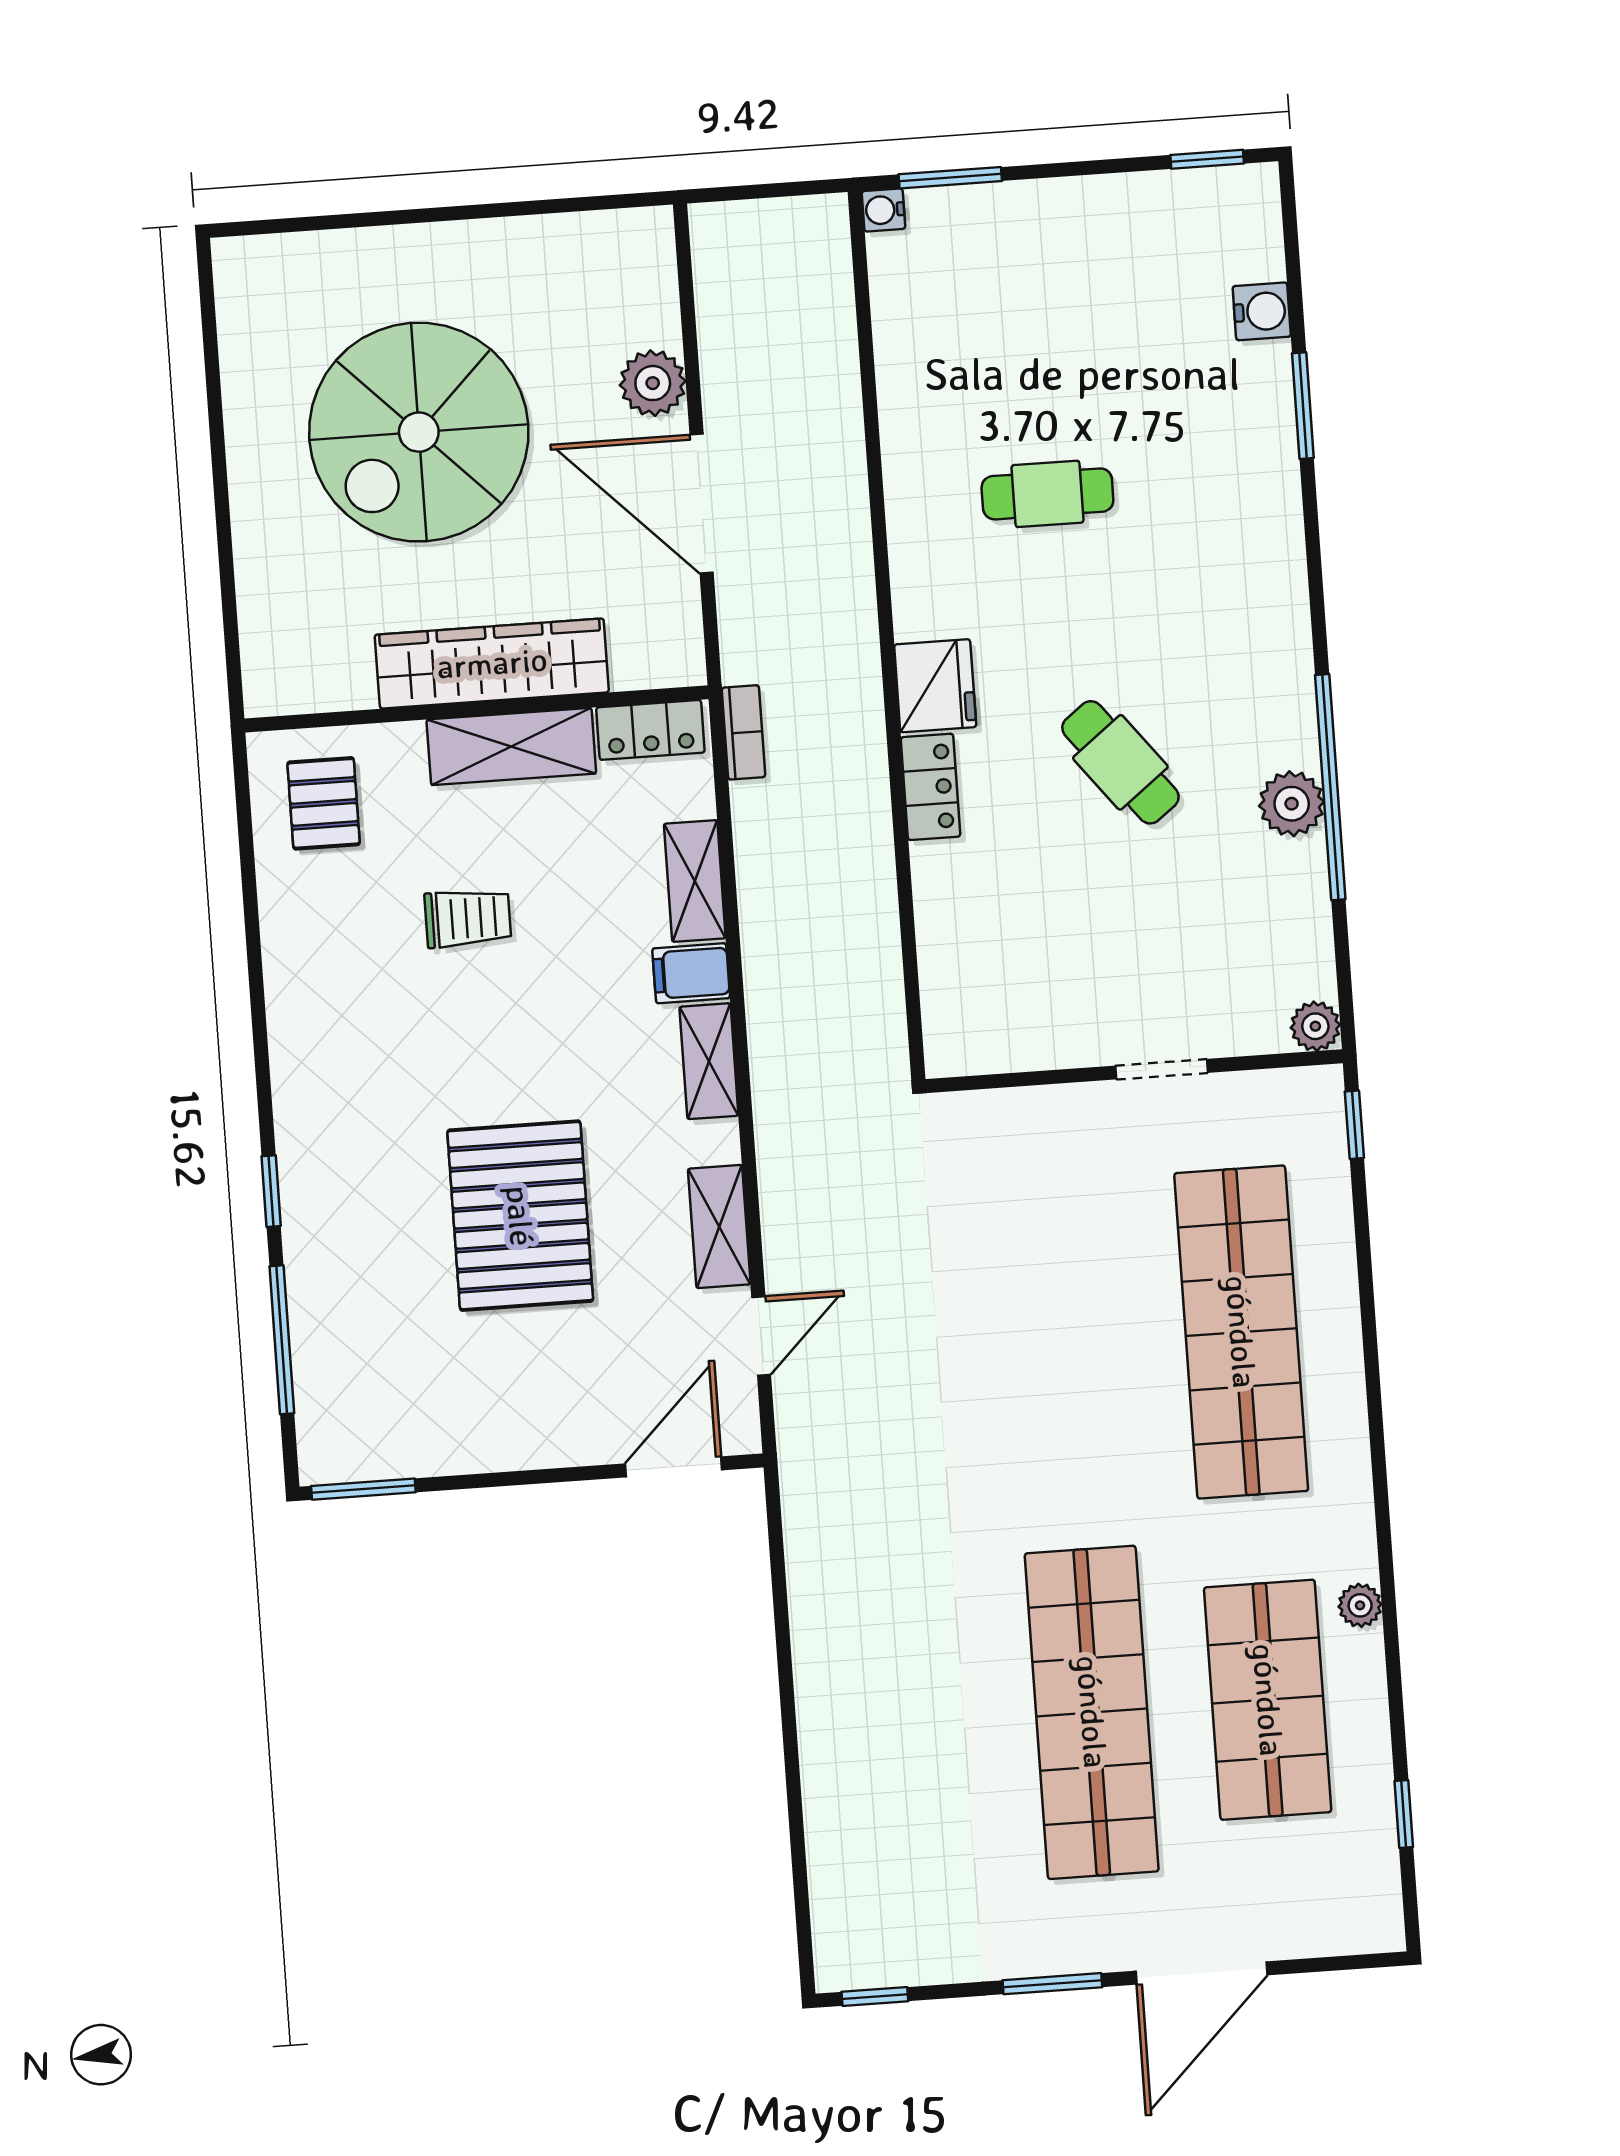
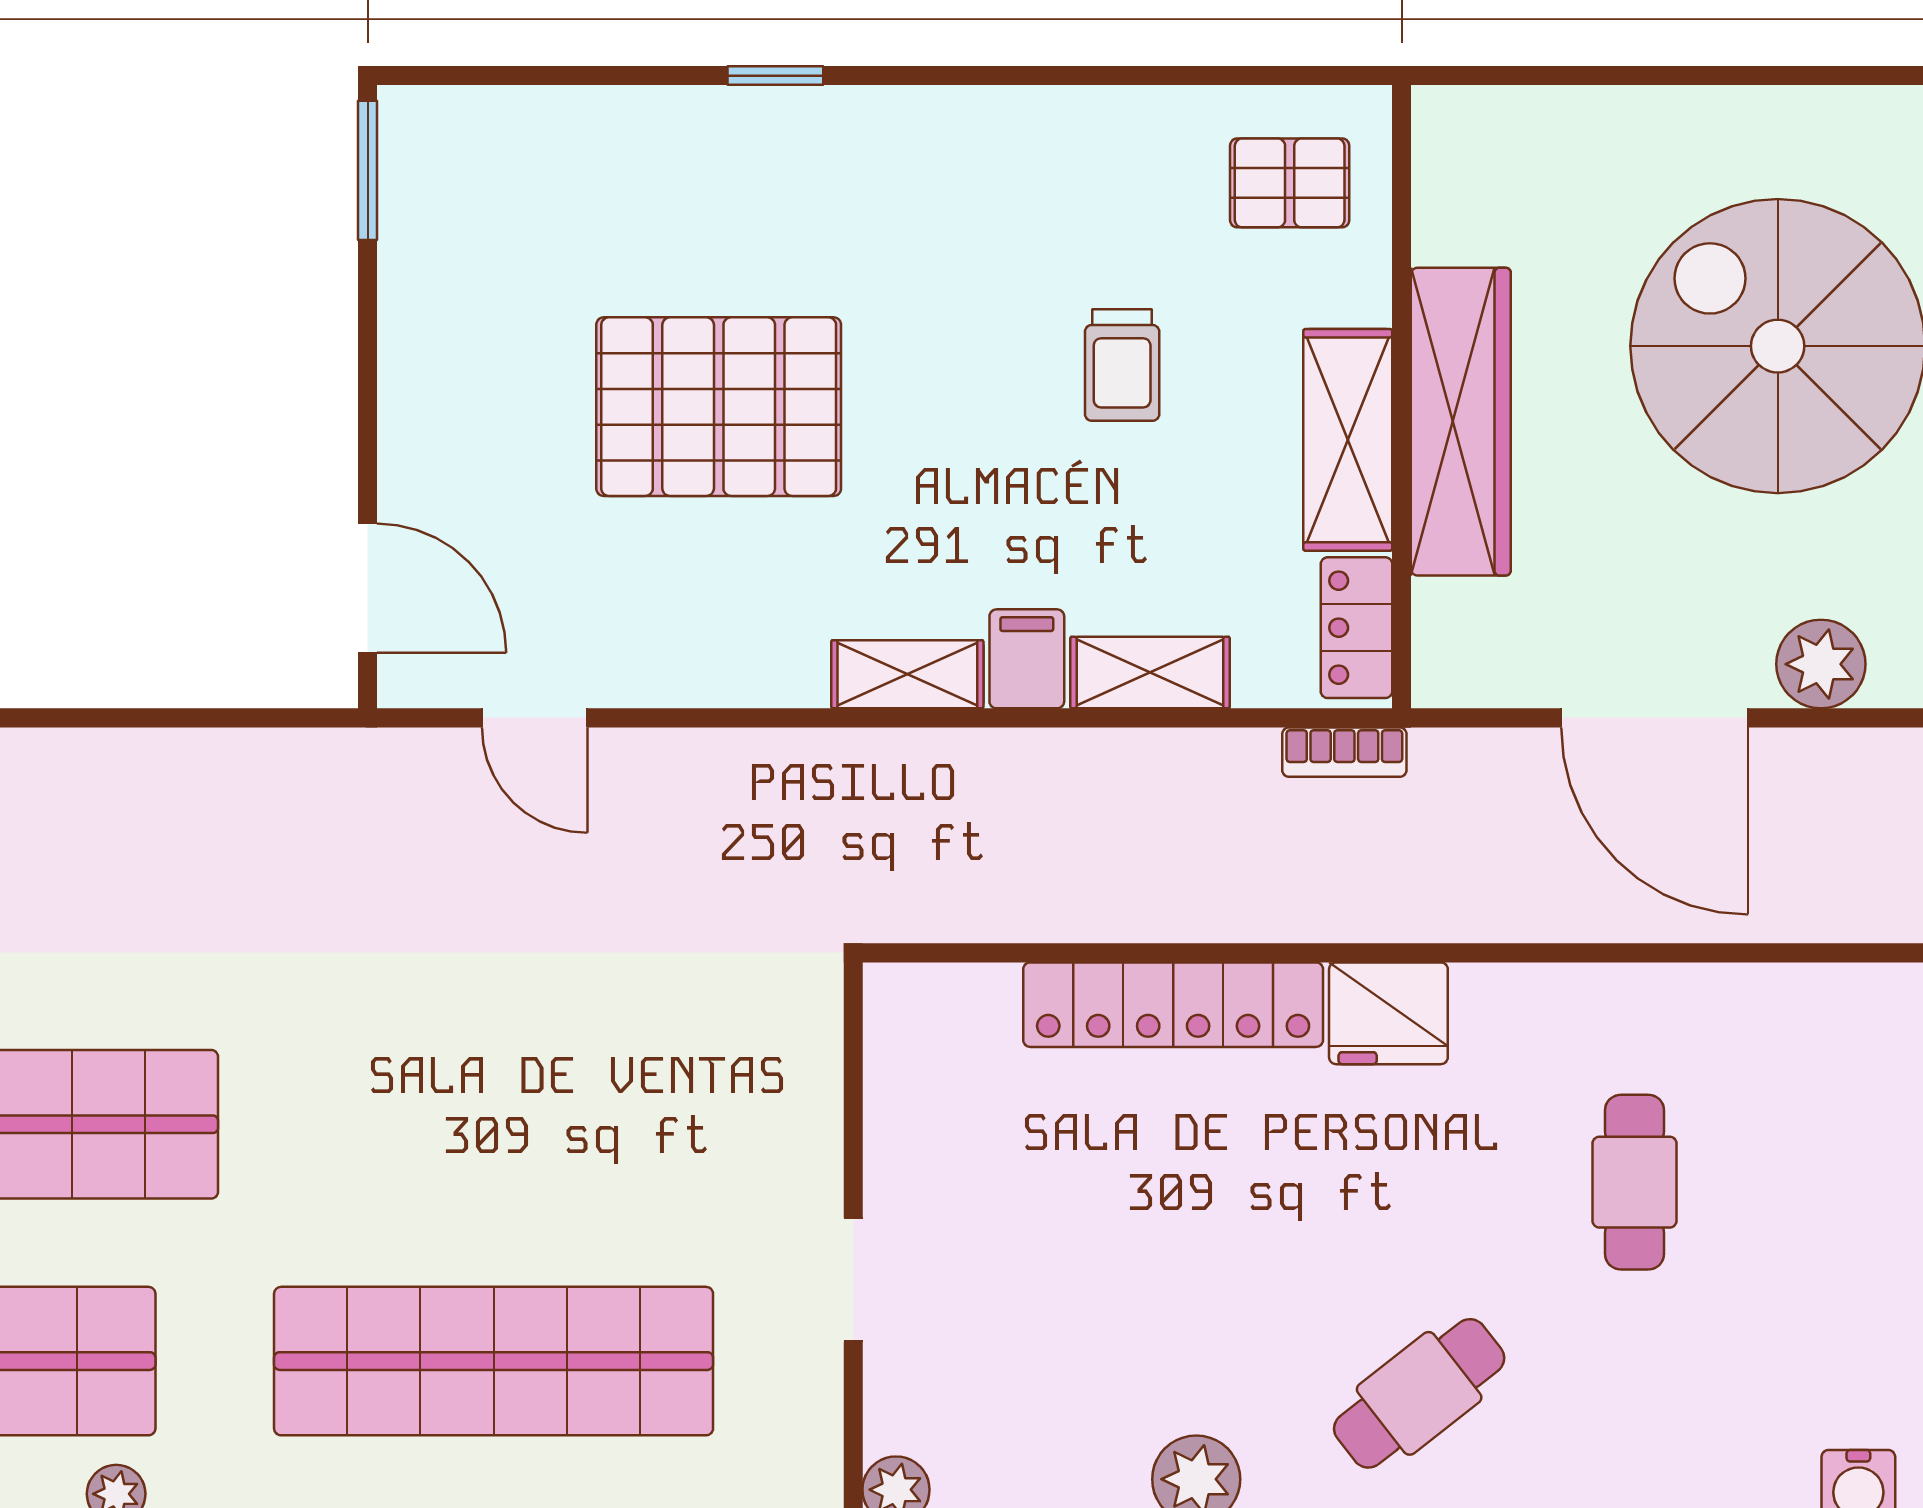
door: (702, 504) -> (1655, 718), swing flipped
cafe table: (1120, 762) -> (1419, 1393), moved
locker: (931, 787) -> (1173, 1005), width x2.16, depth x1.21
shelving: (719, 1227) -> (685, 672), removed
window: (282, 1340) -> (575, 76), removed

